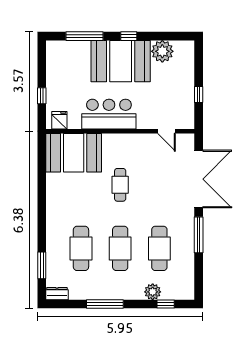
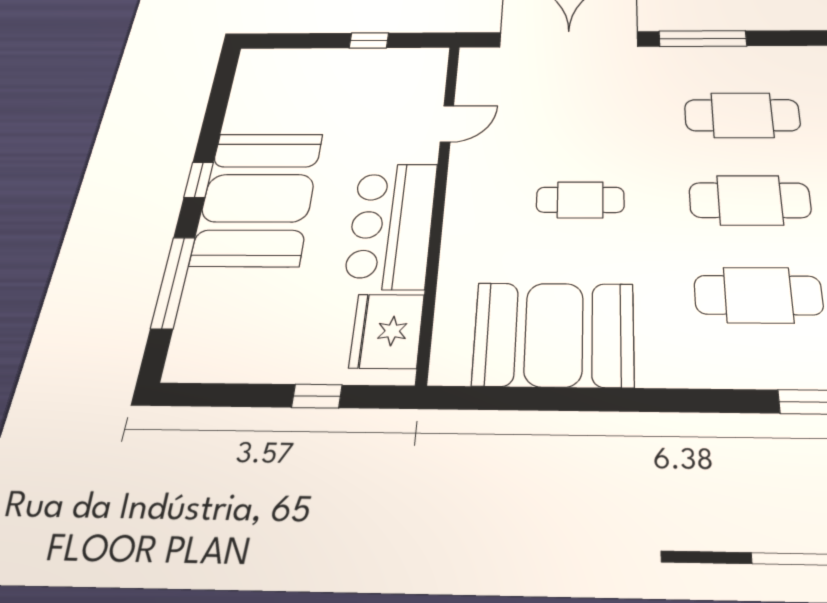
plant: (162, 51) -> (253, 110), removed
fridge: (59, 120) -> (387, 331), width x1.88, depth x1.34
door: (167, 131) -> (447, 124), moved
booth: (74, 153) -> (554, 334), moved, turned 90

